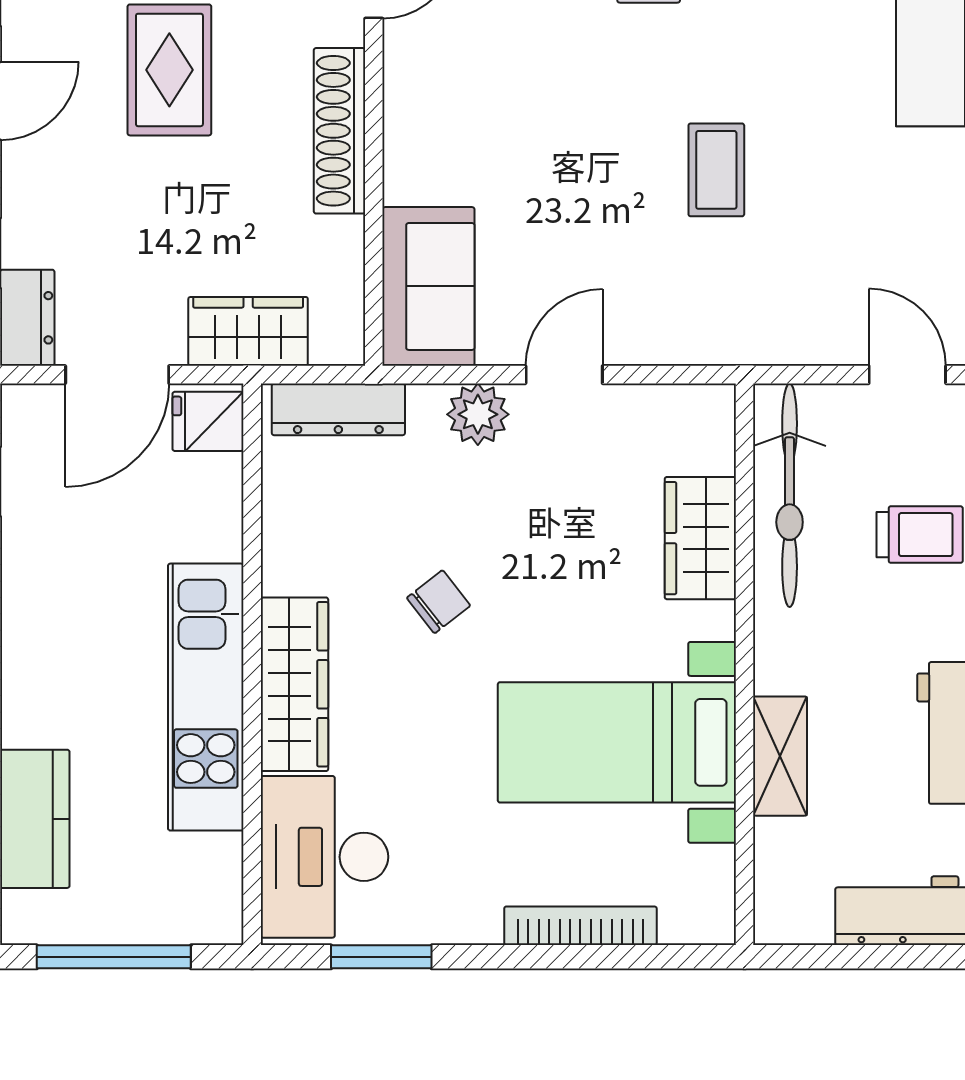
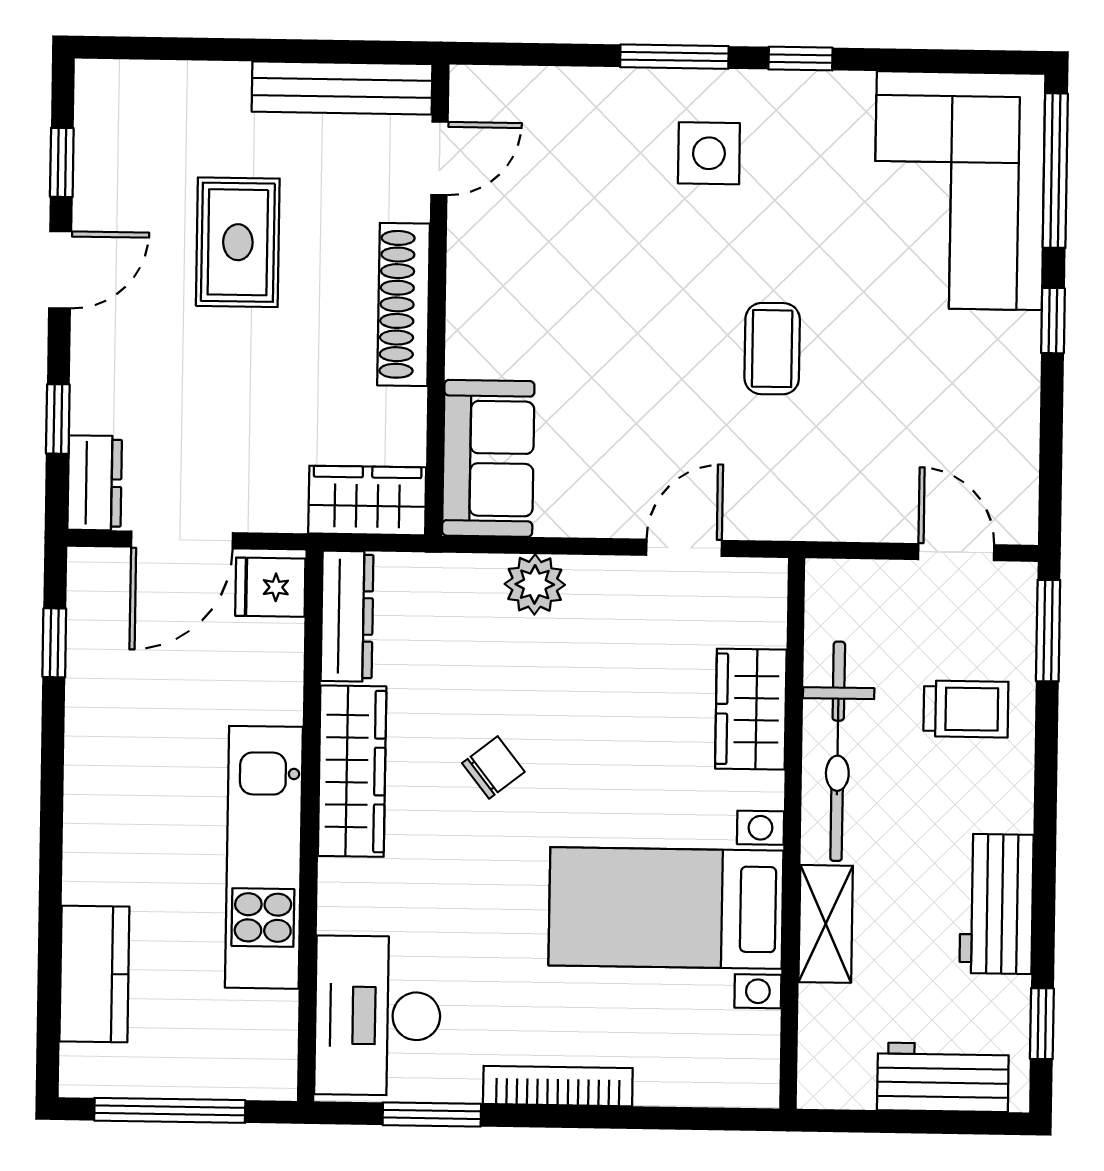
wardrobe: (248, 331) -> (367, 500), moved
door: (564, 375) -> (684, 548), moved
dresser: (338, 409) -> (347, 616), moved, turned -90
bicycle: (790, 495) -> (838, 751), moved
wardrobe: (294, 684) -> (352, 771), moved
bookcase: (580, 926) -> (558, 1086), moved

